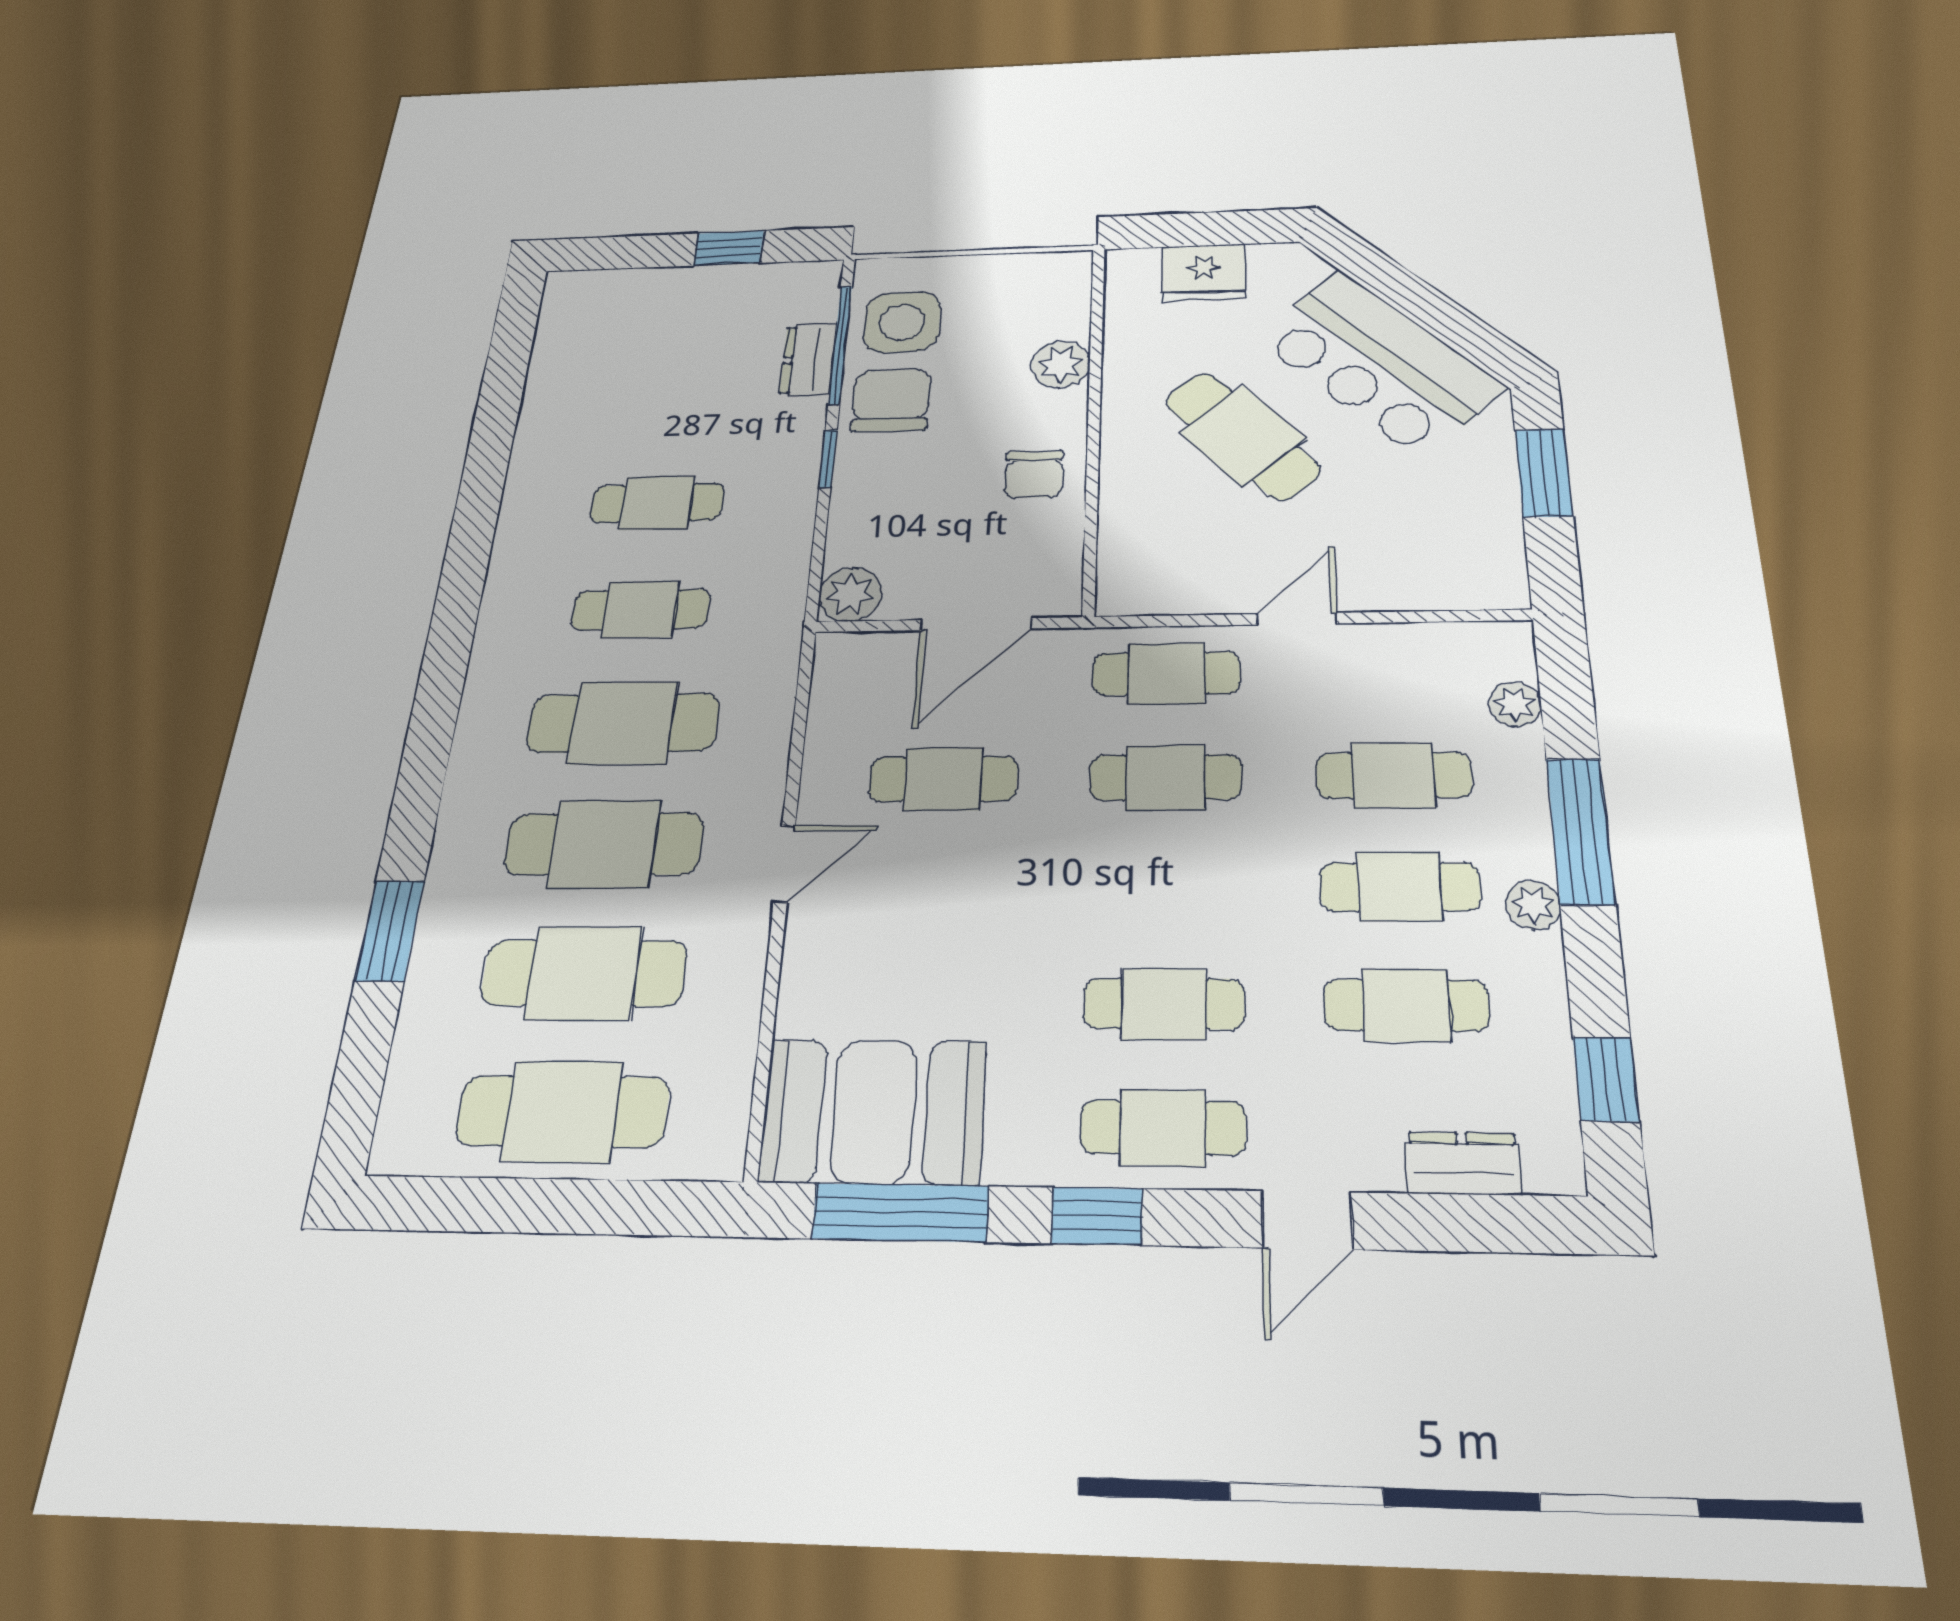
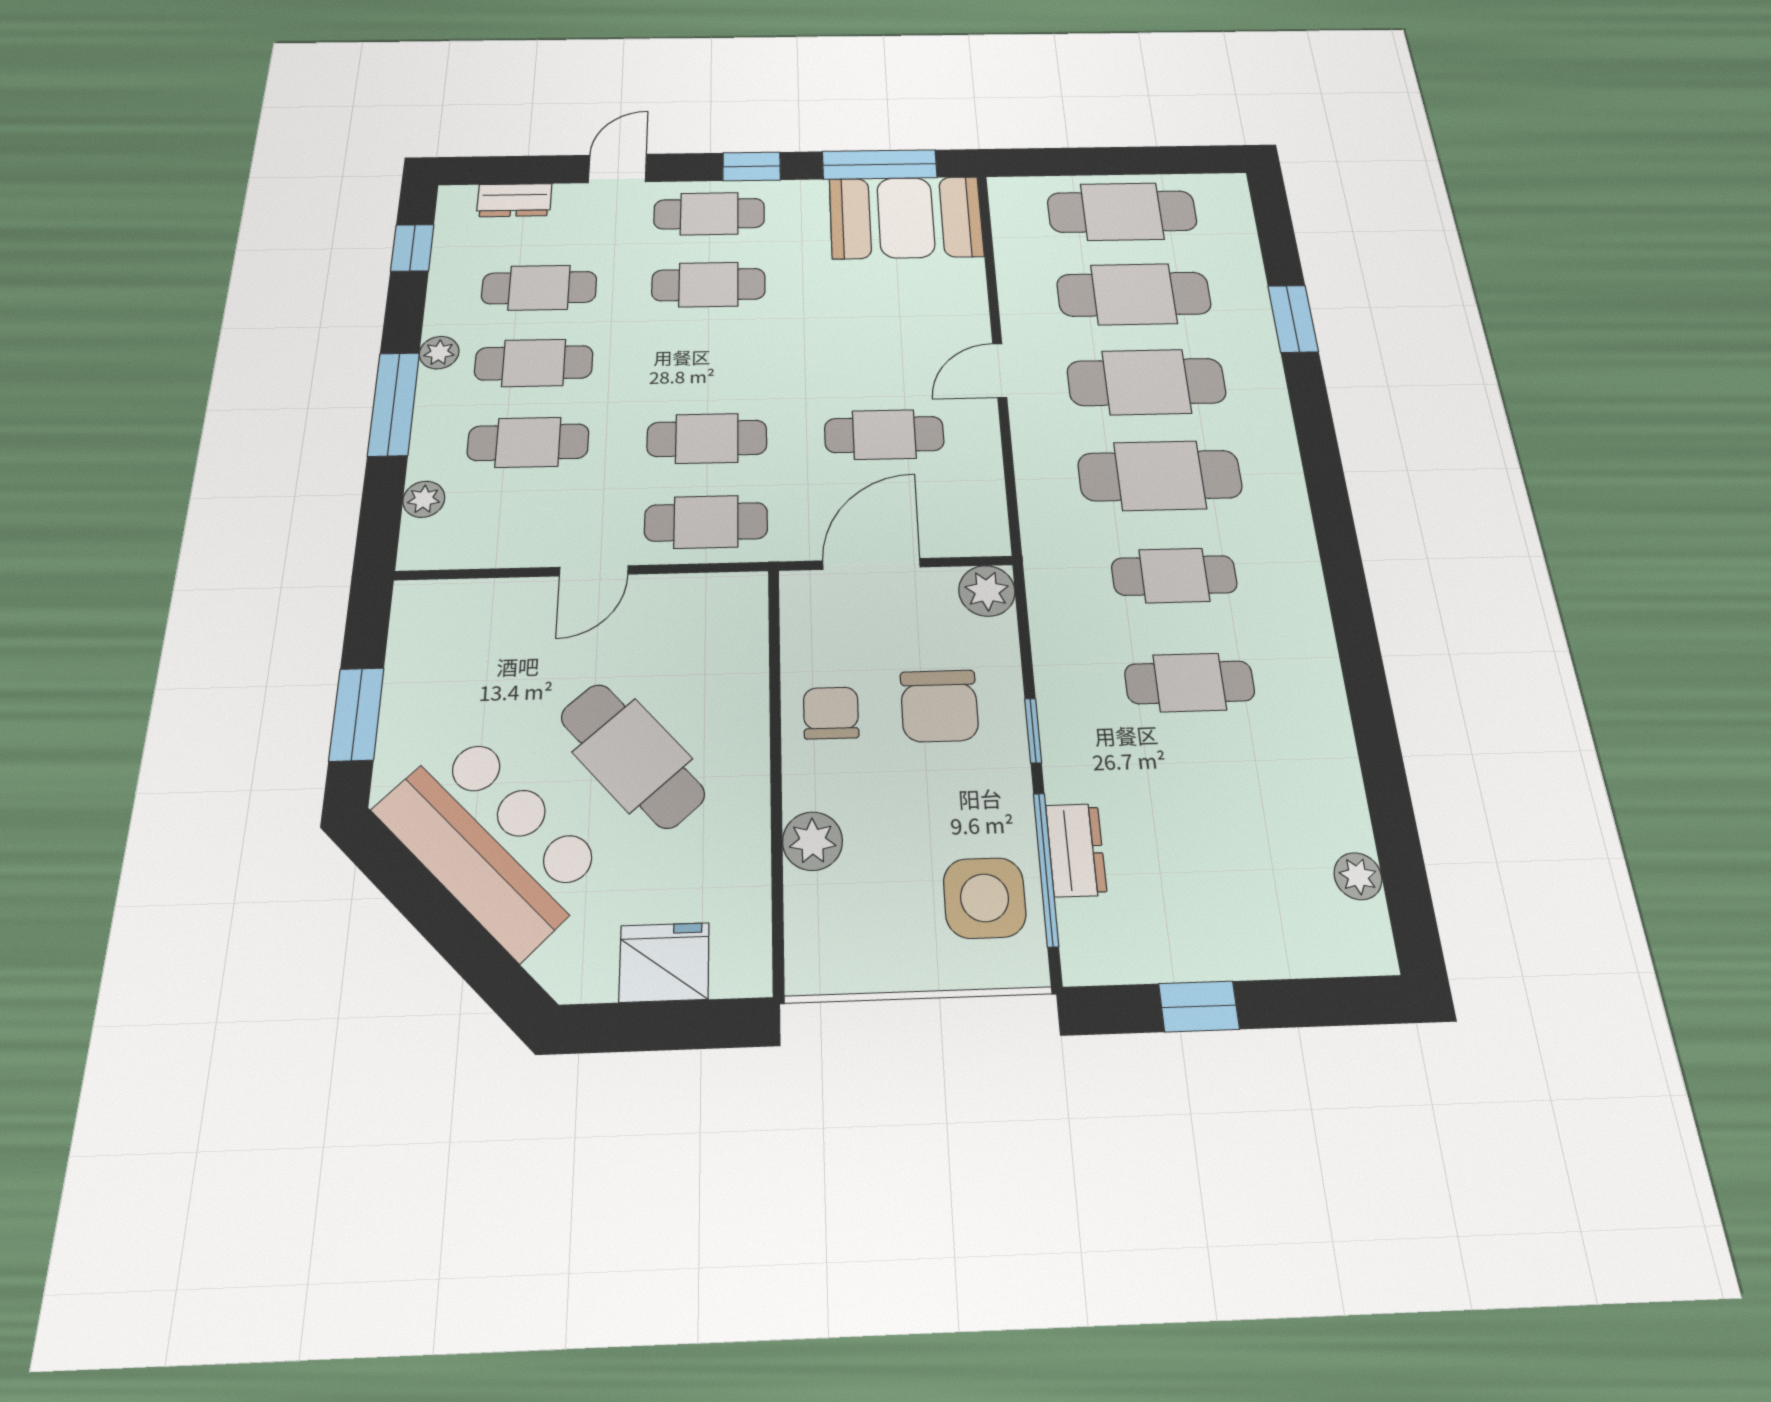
plant: (554, 341) -> (1358, 876), added
chair: (891, 400) -> (939, 706), moved

